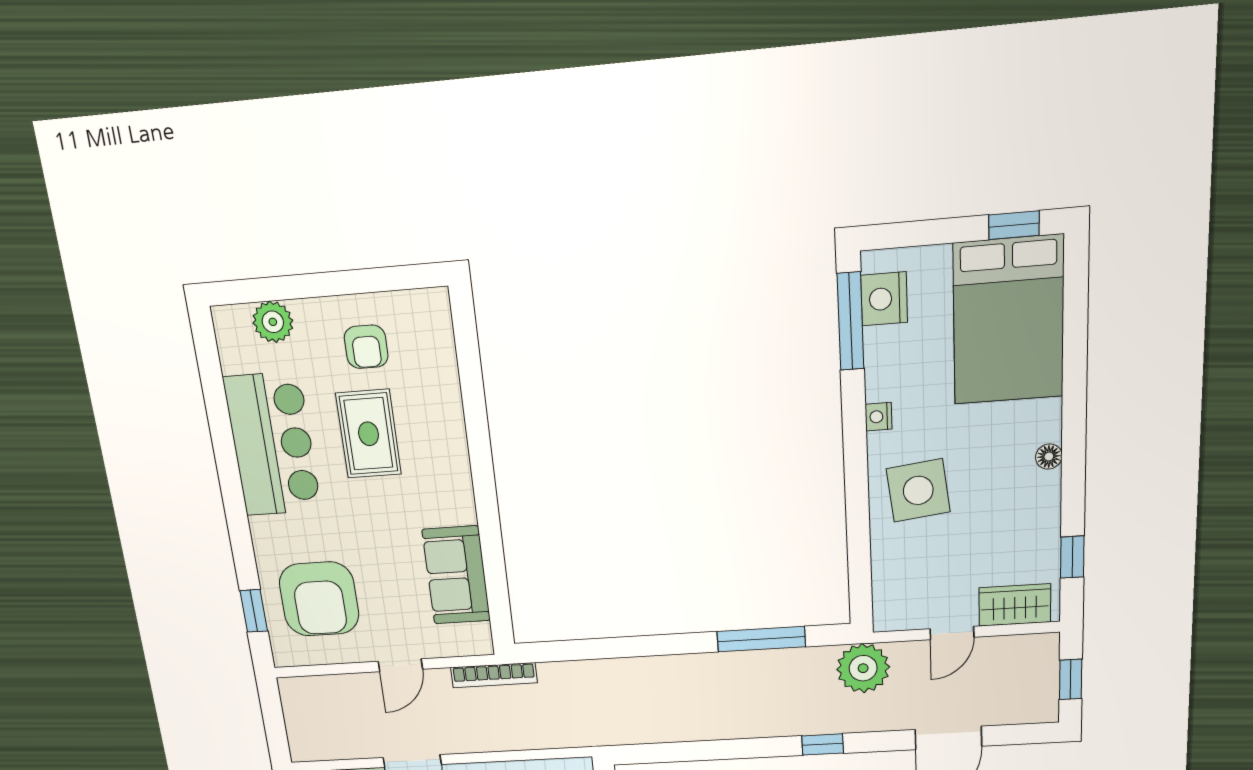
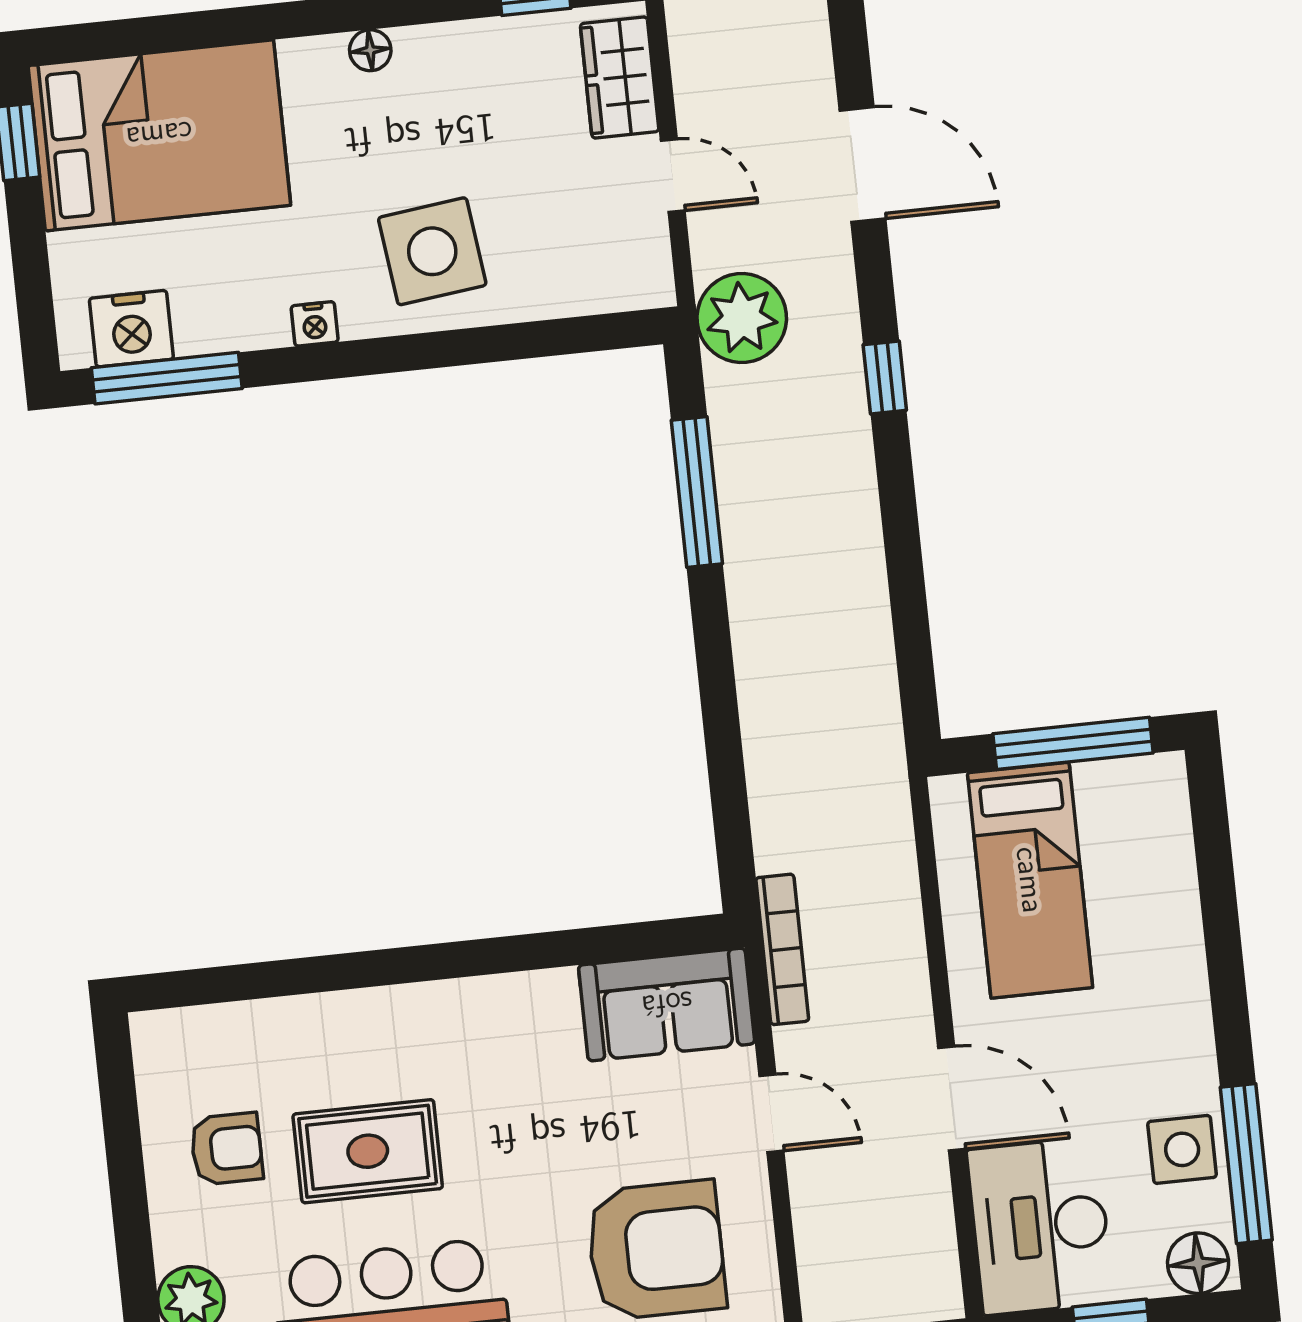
sofa: (456, 575) -> (667, 1004), moved

